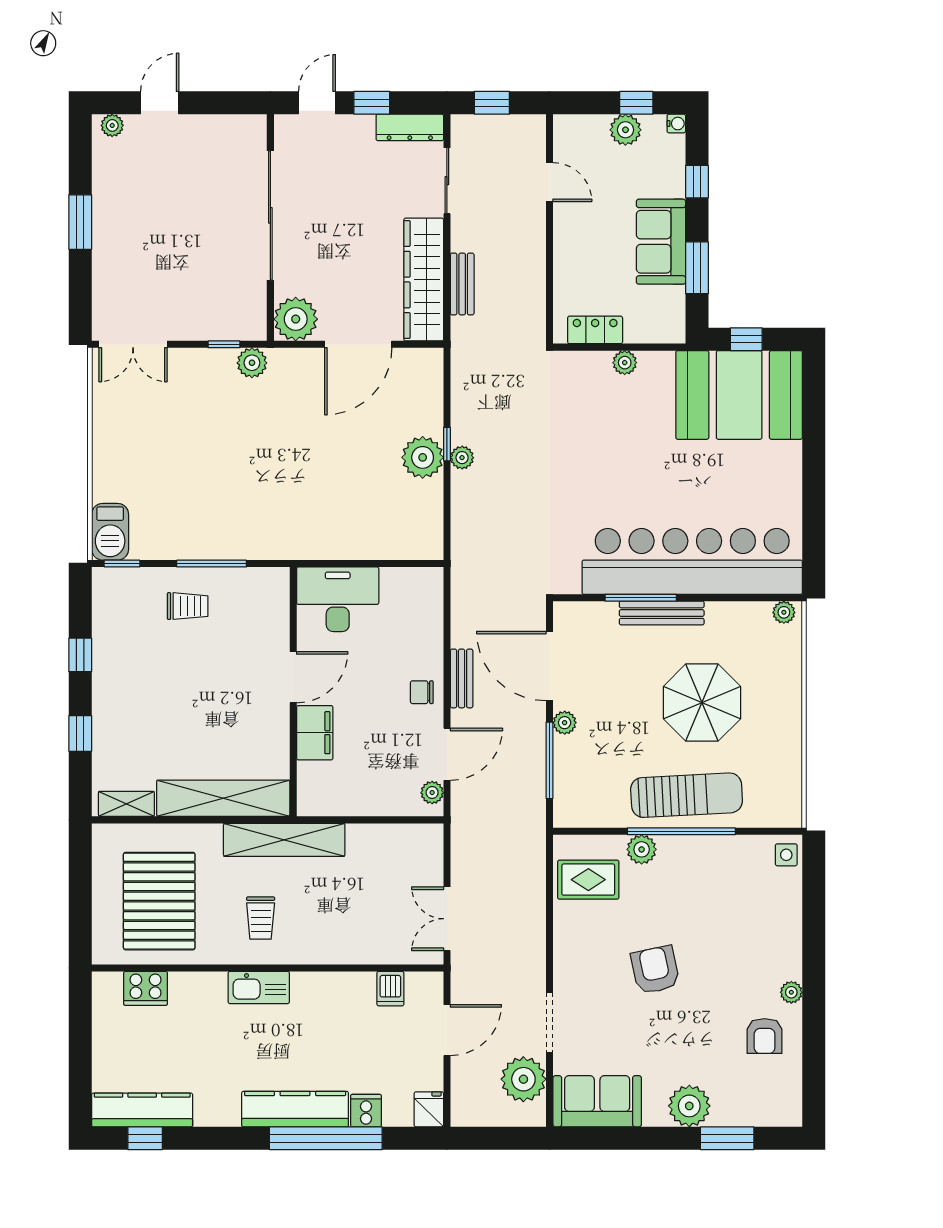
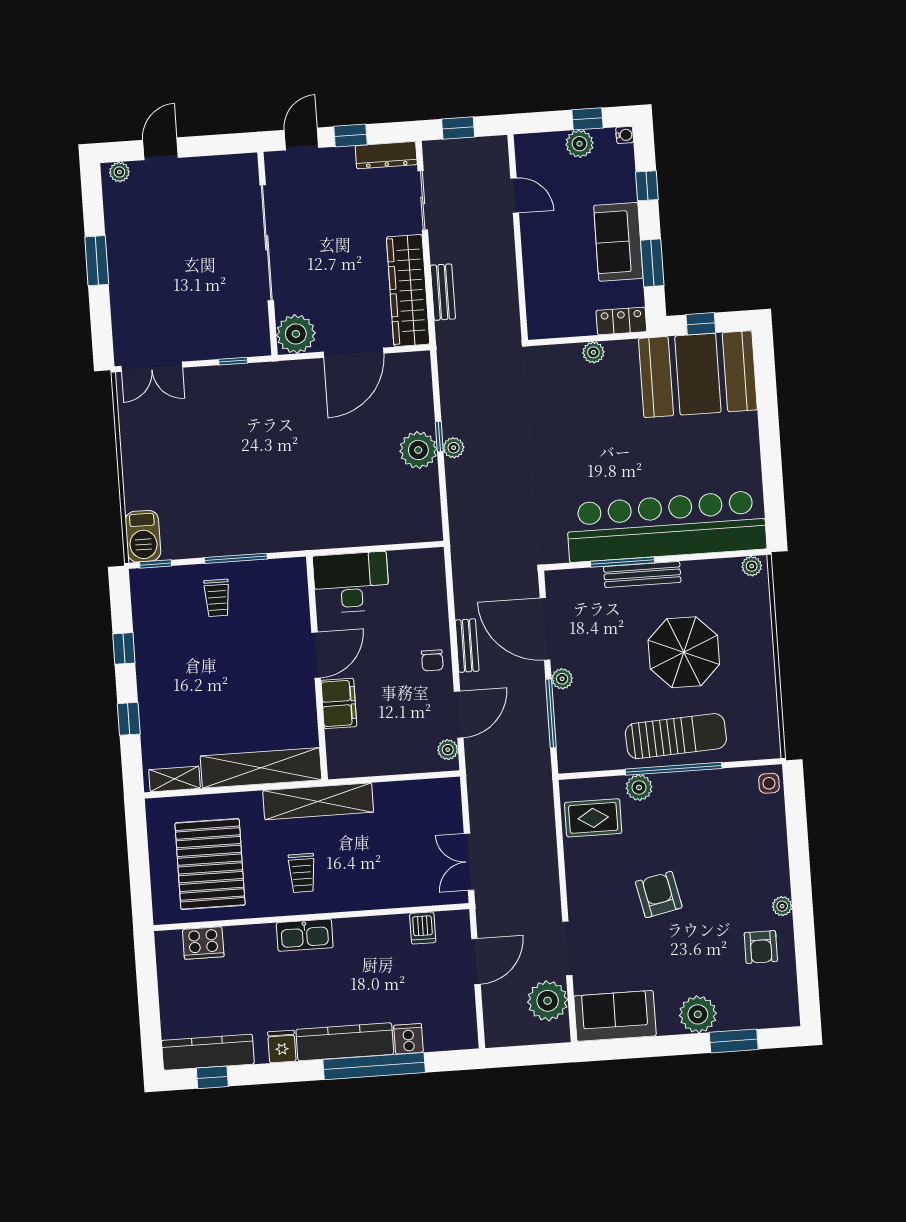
locker: (595, 330) -> (621, 321), moved
plant: (252, 363) -> (259, 376), removed
trolley: (188, 606) -> (217, 598), turned 90
chair: (422, 692) -> (432, 660), turned -90
fridge: (429, 1109) -> (282, 1046), moved

